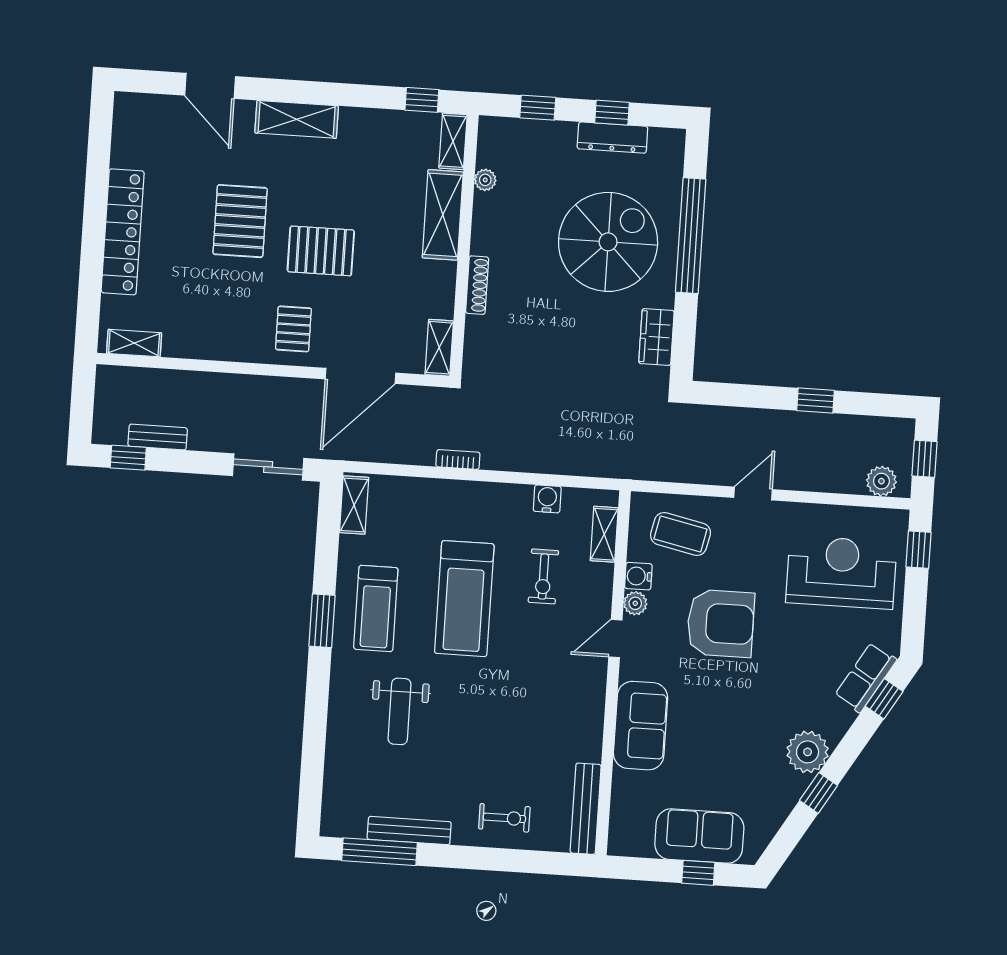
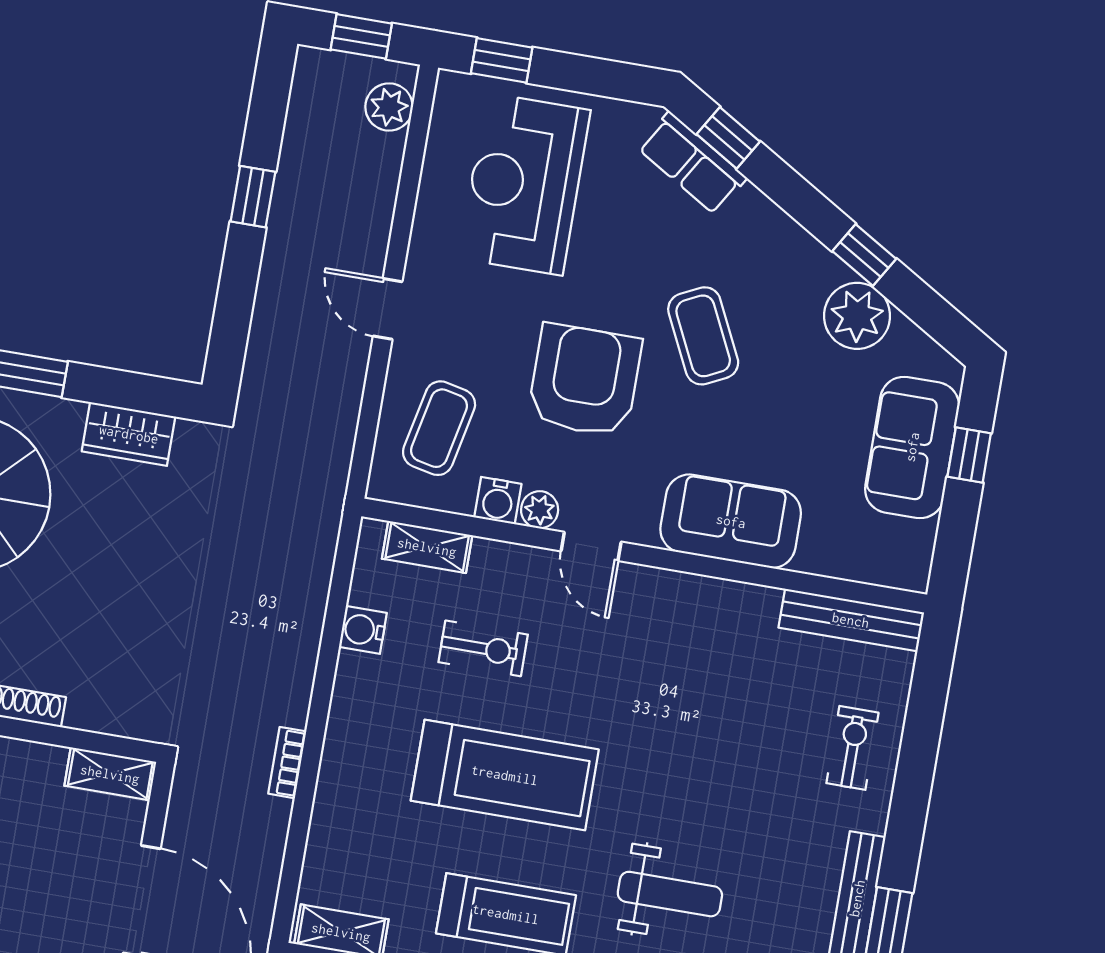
coffee table: (757, 696) -> (703, 336), added
plant: (808, 752) -> (857, 316), moved

